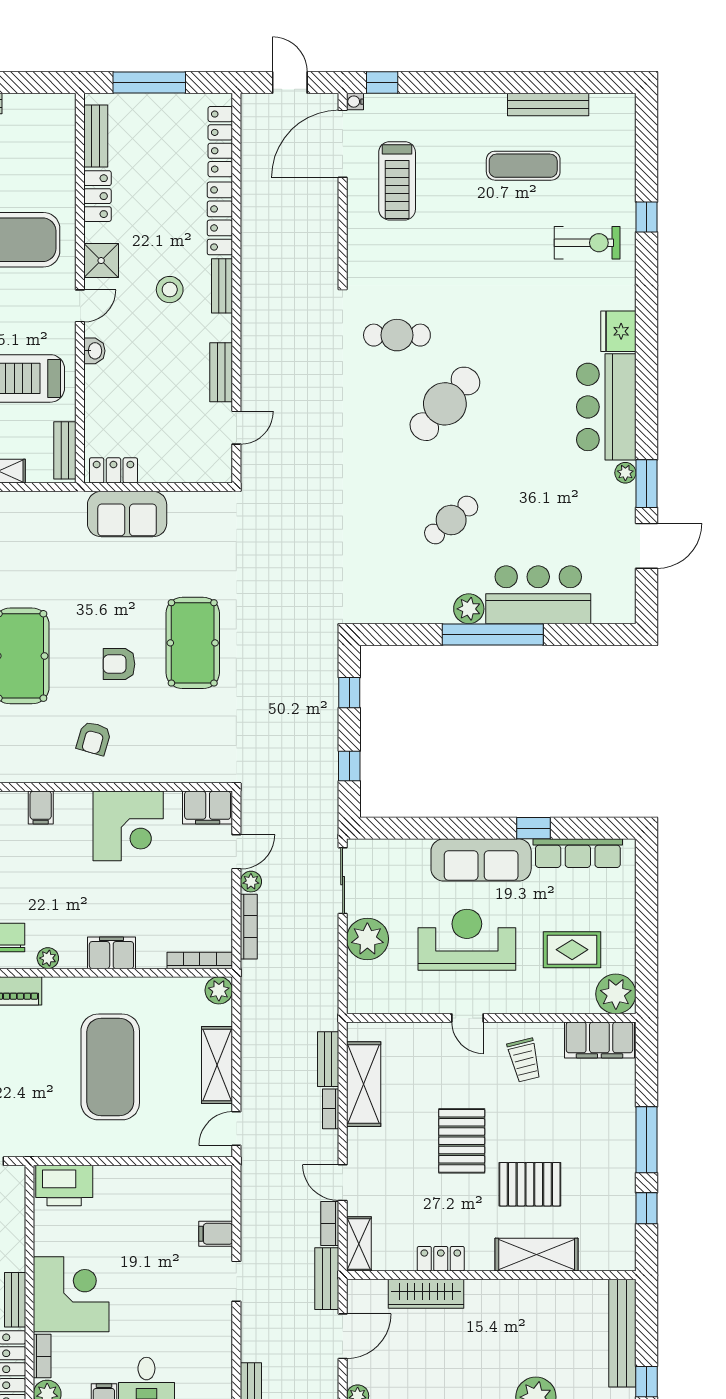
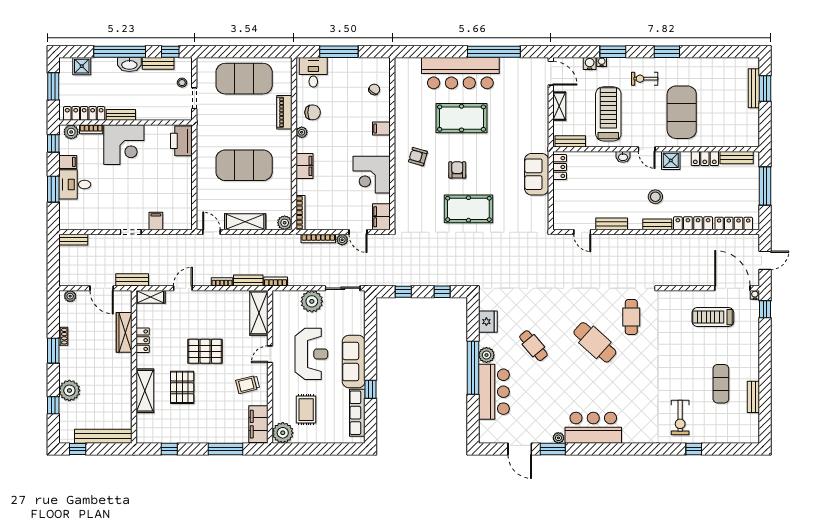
bench: (548, 104) -> (753, 397), width x0.73
fridge: (618, 331) -> (488, 322), moved, turned 90
shelving: (364, 1084) -> (259, 313), moved, turned 90
window: (646, 1140) -> (225, 449), moved
bookcase: (330, 1223) -> (276, 281), moved

